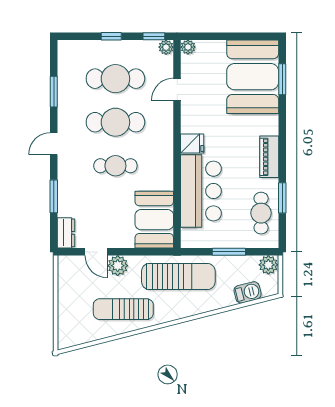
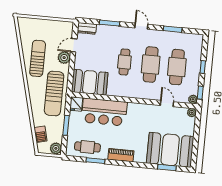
fridge: (192, 143) -> (76, 104), moved

